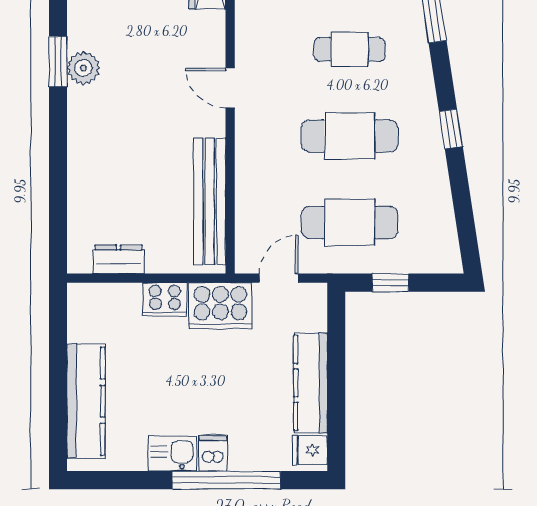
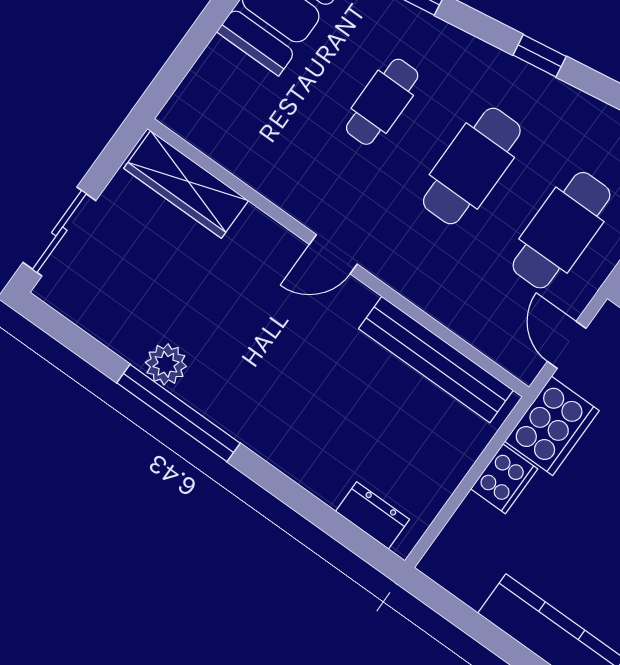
window: (58, 62) -> (178, 413), width x2.11
plant: (83, 68) -> (166, 364), moved
dresser: (118, 259) -> (373, 515), moved, turned 90

